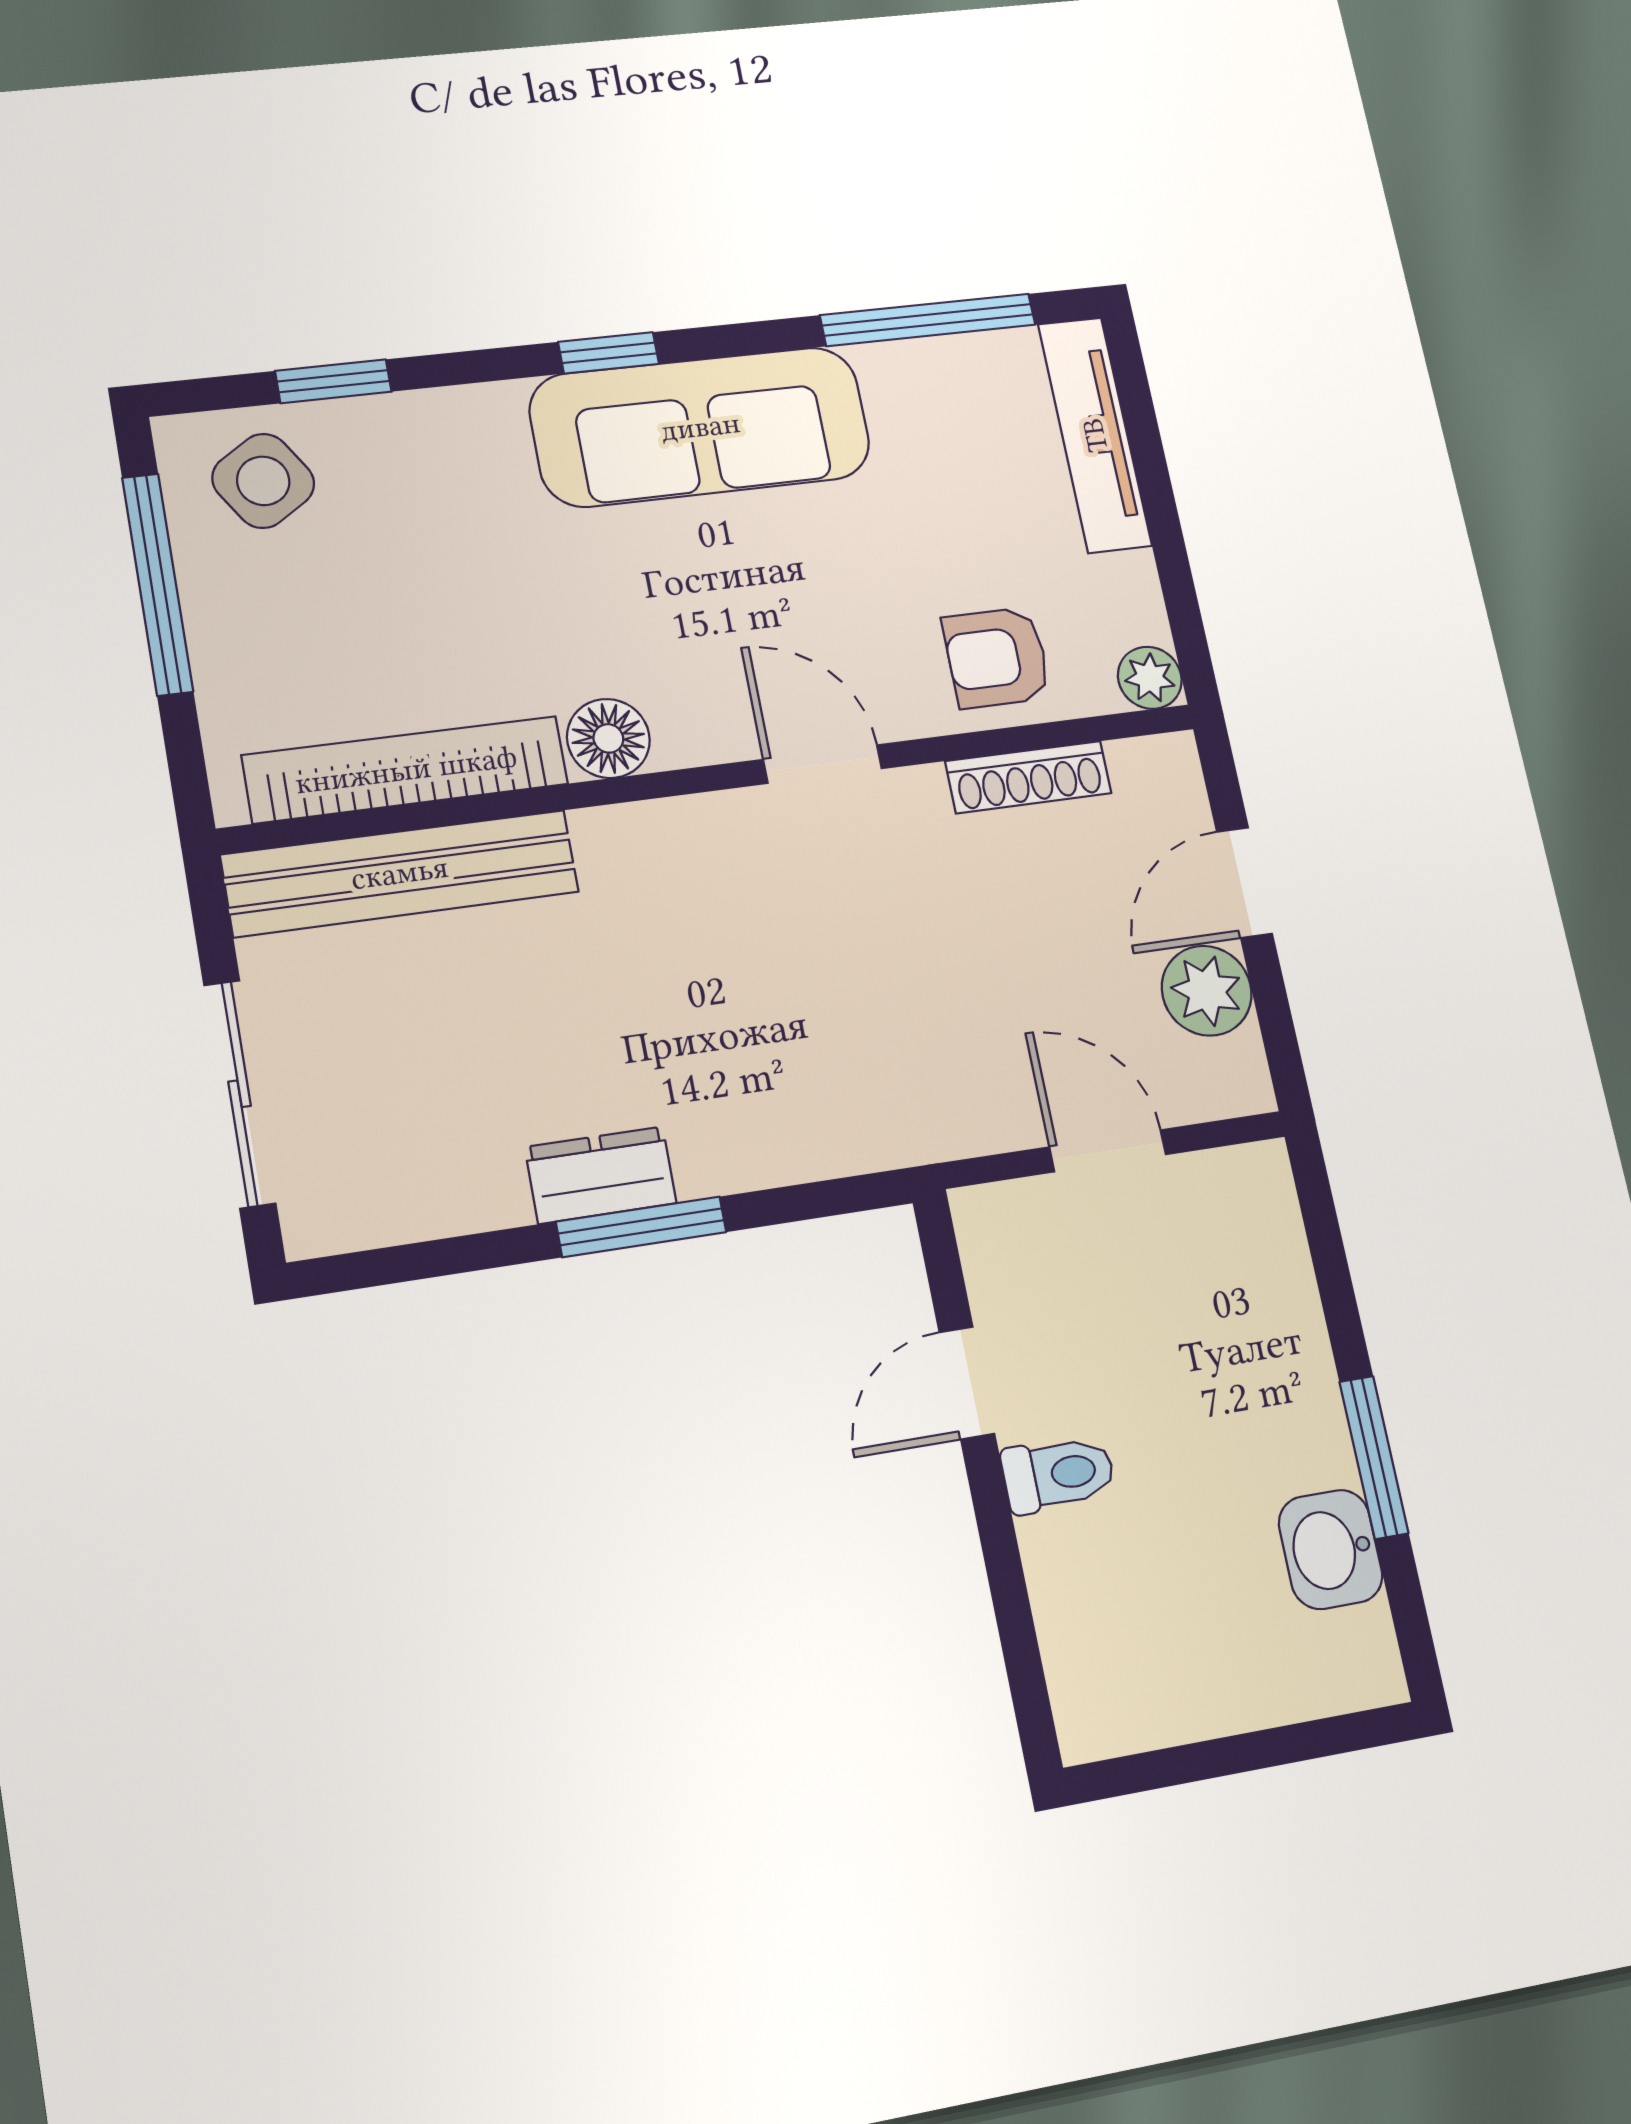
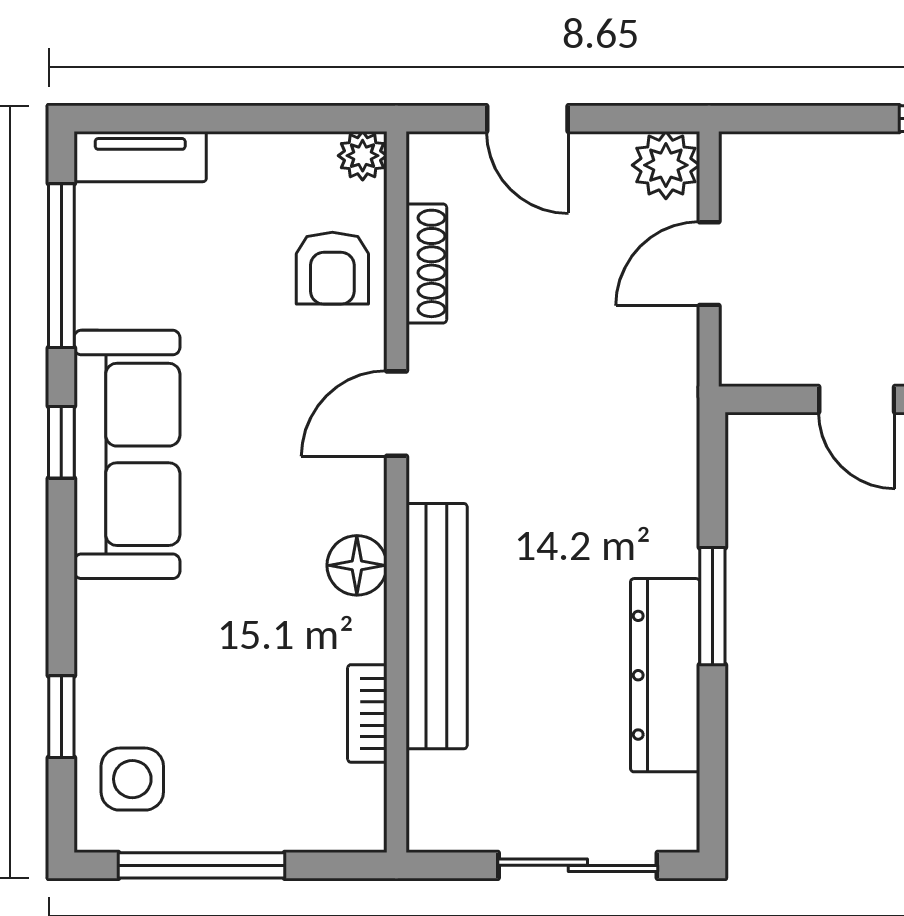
window: (609, 353) -> (61, 442), moved
tv unit: (1095, 435) -> (140, 157), width x0.71
side table: (263, 481) -> (132, 779), turned 33
bookcase: (406, 770) -> (367, 713), width x0.43, depth x0.76
bench: (400, 873) -> (437, 626), moved
plant: (1207, 991) -> (666, 165), moved
dresser: (601, 1175) -> (665, 675), width x1.96, depth x1.24

